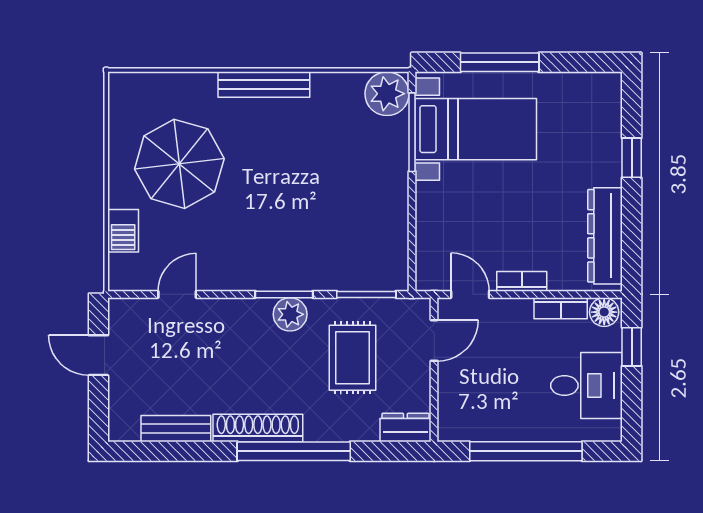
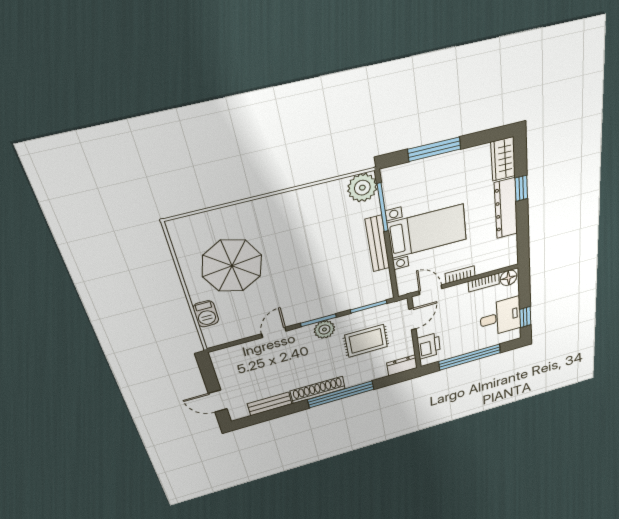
bench: (264, 85) -> (378, 244), moved, turned 90
wardrobe: (604, 103) -> (503, 159), added
bed with nightstands: (476, 129) -> (427, 231), moved
dresser: (605, 236) -> (506, 208), moved
door: (177, 294) -> (274, 332), moved
window: (632, 347) -> (525, 317), moved
door: (98, 355) -> (218, 401), moved
rug: (353, 358) -> (366, 341), turned 90
printer: (456, 403) -> (429, 346), added

